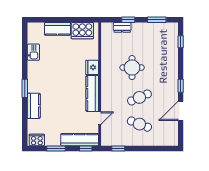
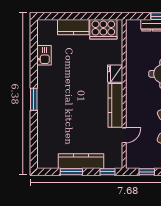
kitchen counter: (34, 106) -> (45, 120), removed
cooker: (37, 140) -> (48, 162), removed
kitchen counter: (80, 140) -> (81, 161), moved

